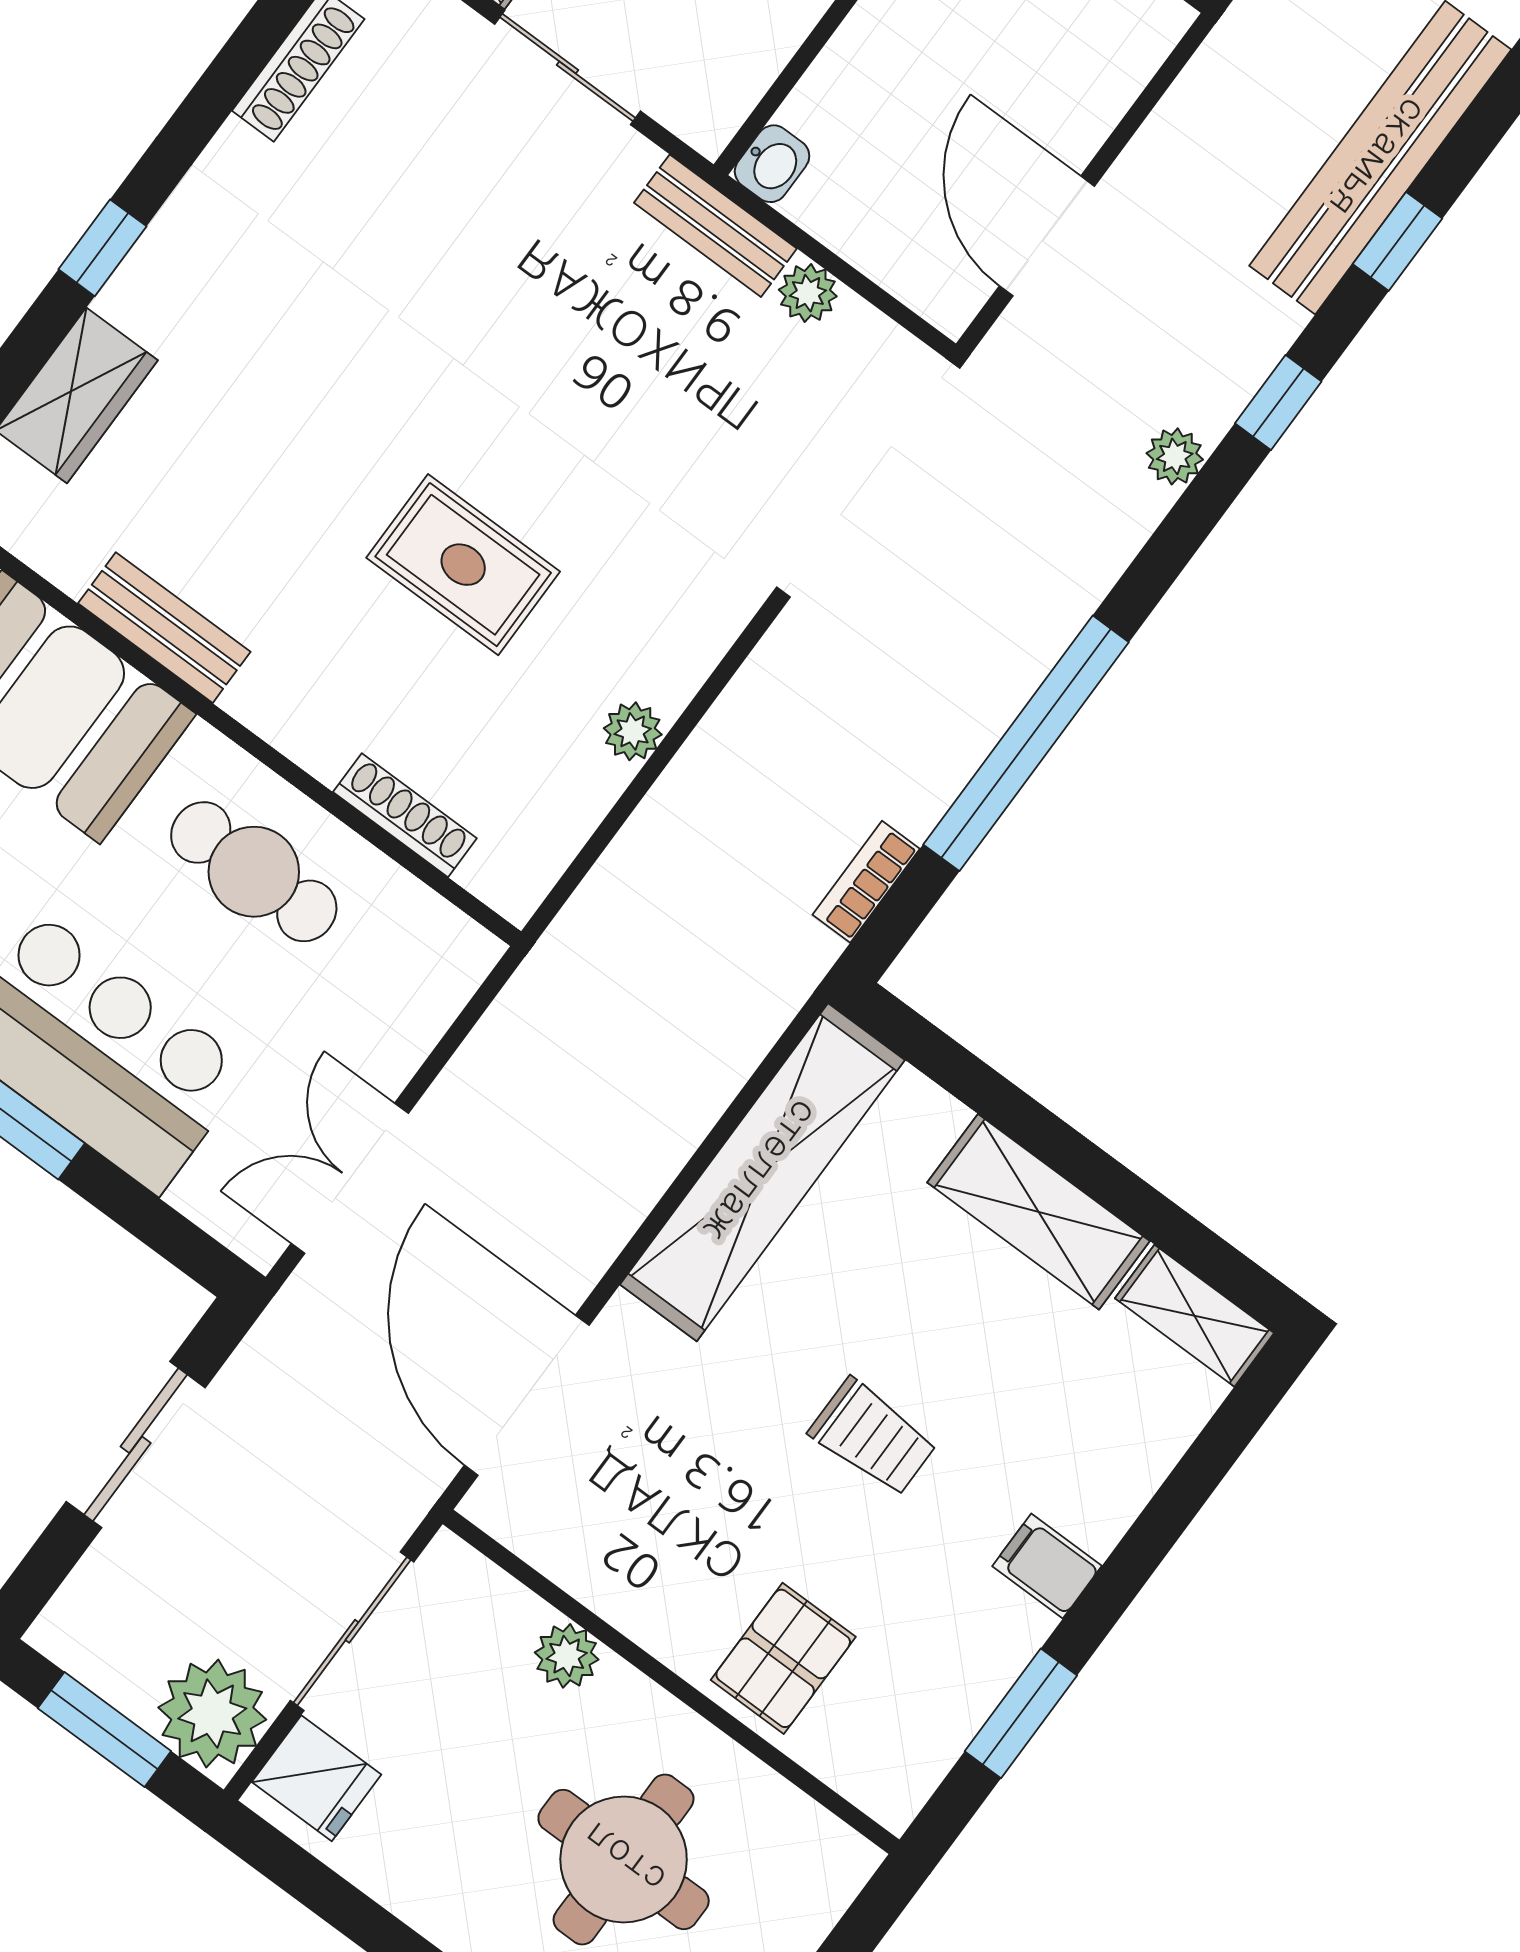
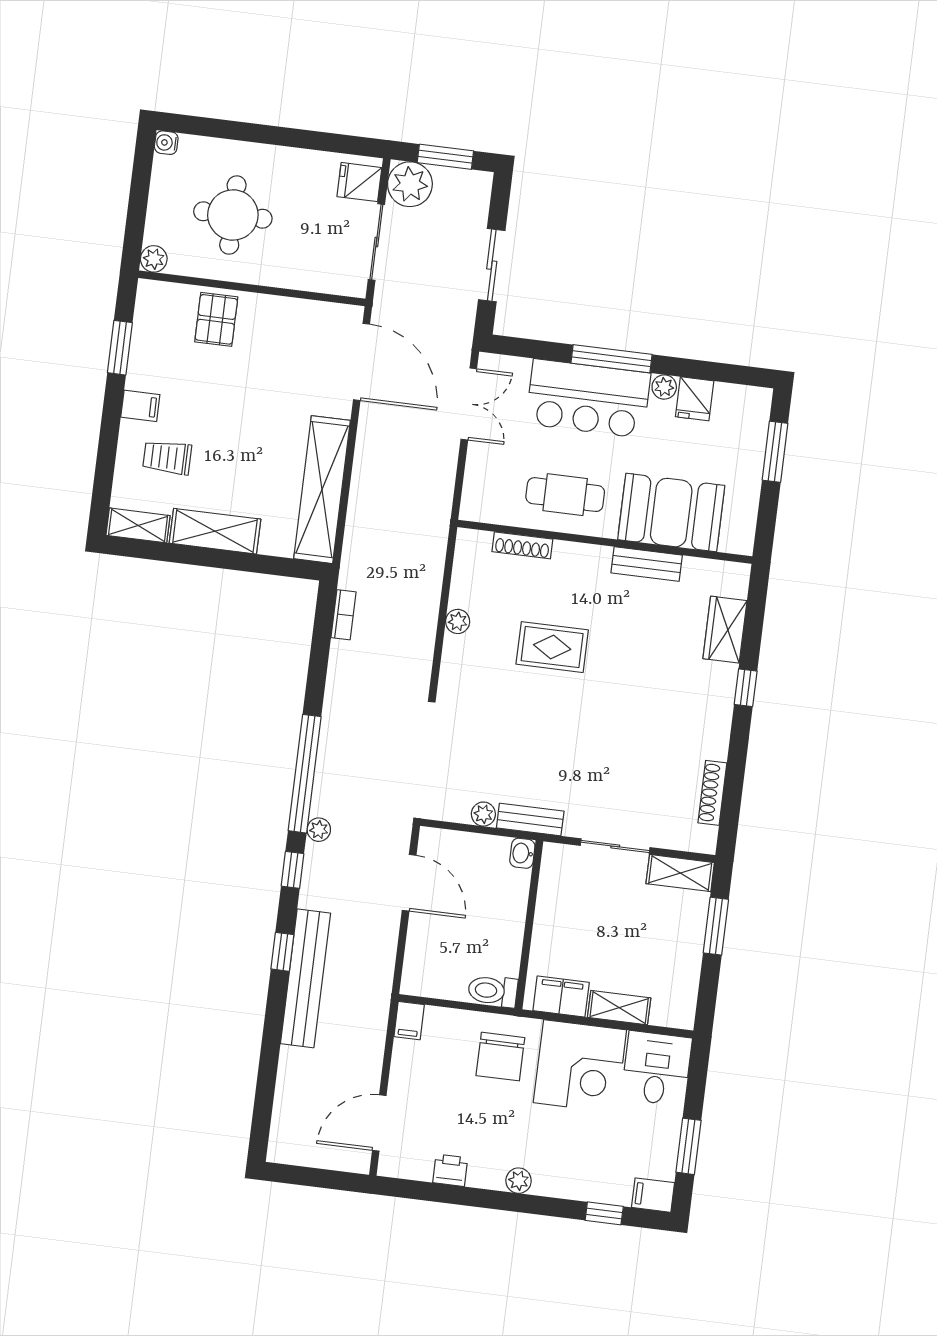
window: (1026, 743) -> (305, 774), moved
trolley: (873, 1437) -> (167, 457), moved
plant: (567, 1656) -> (154, 259), moved

